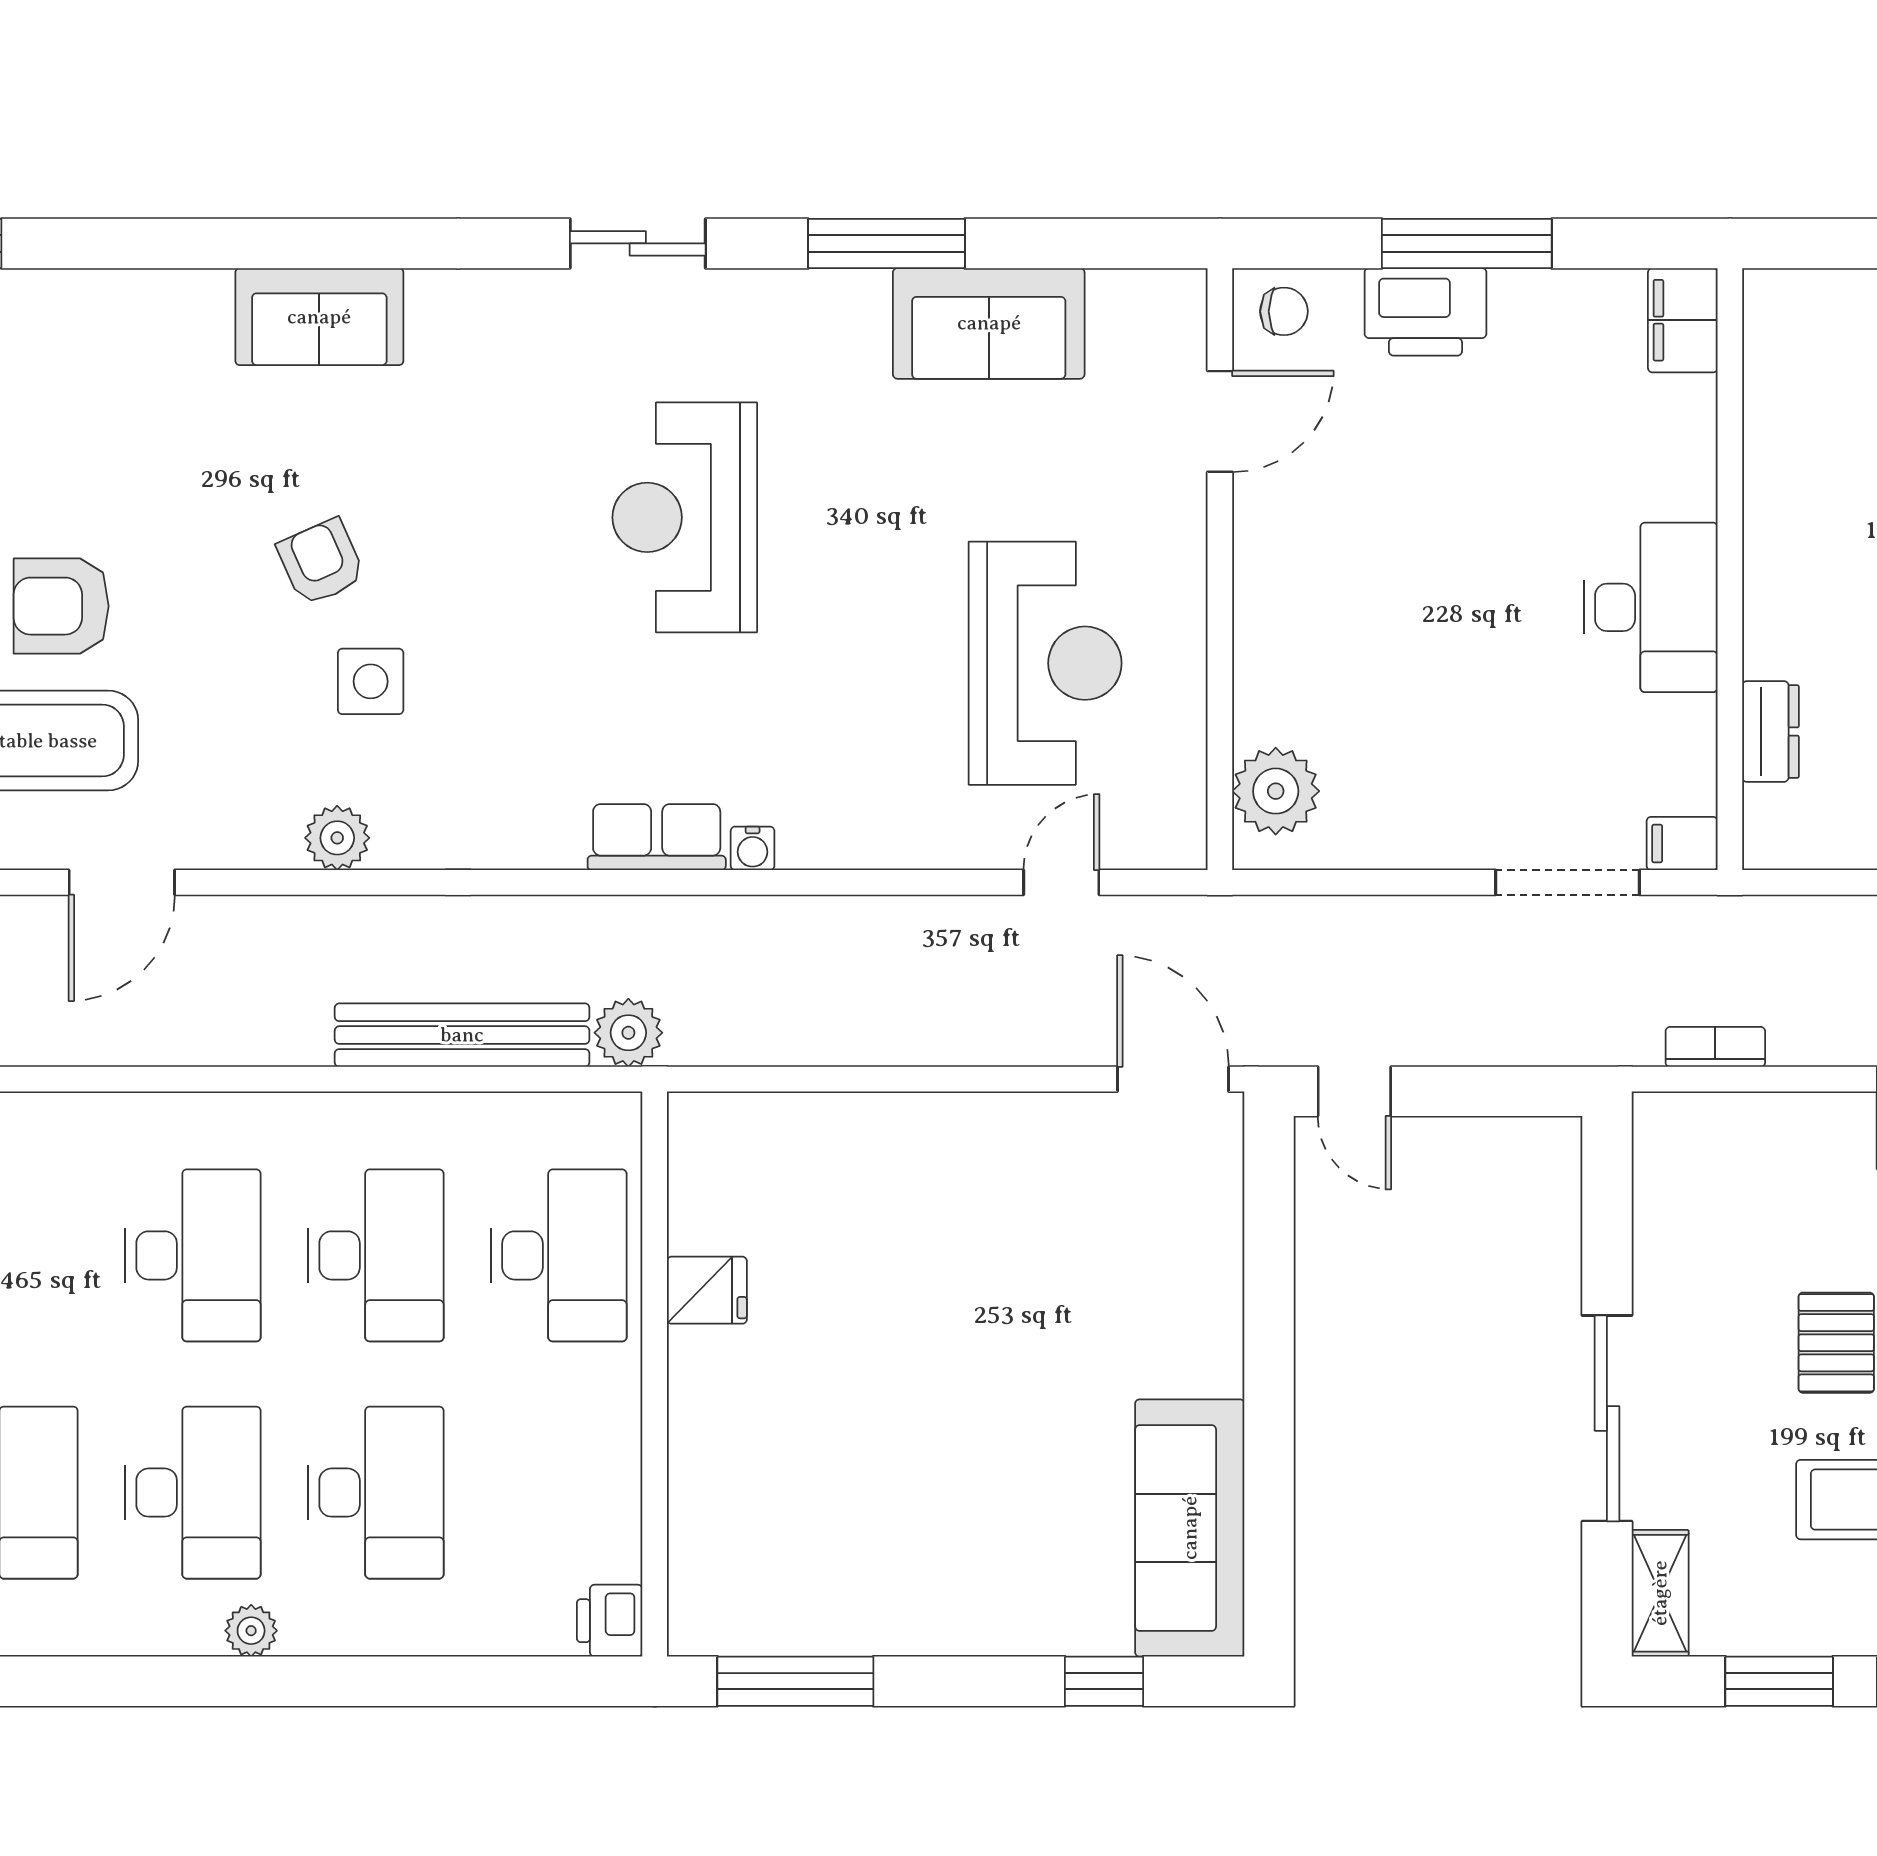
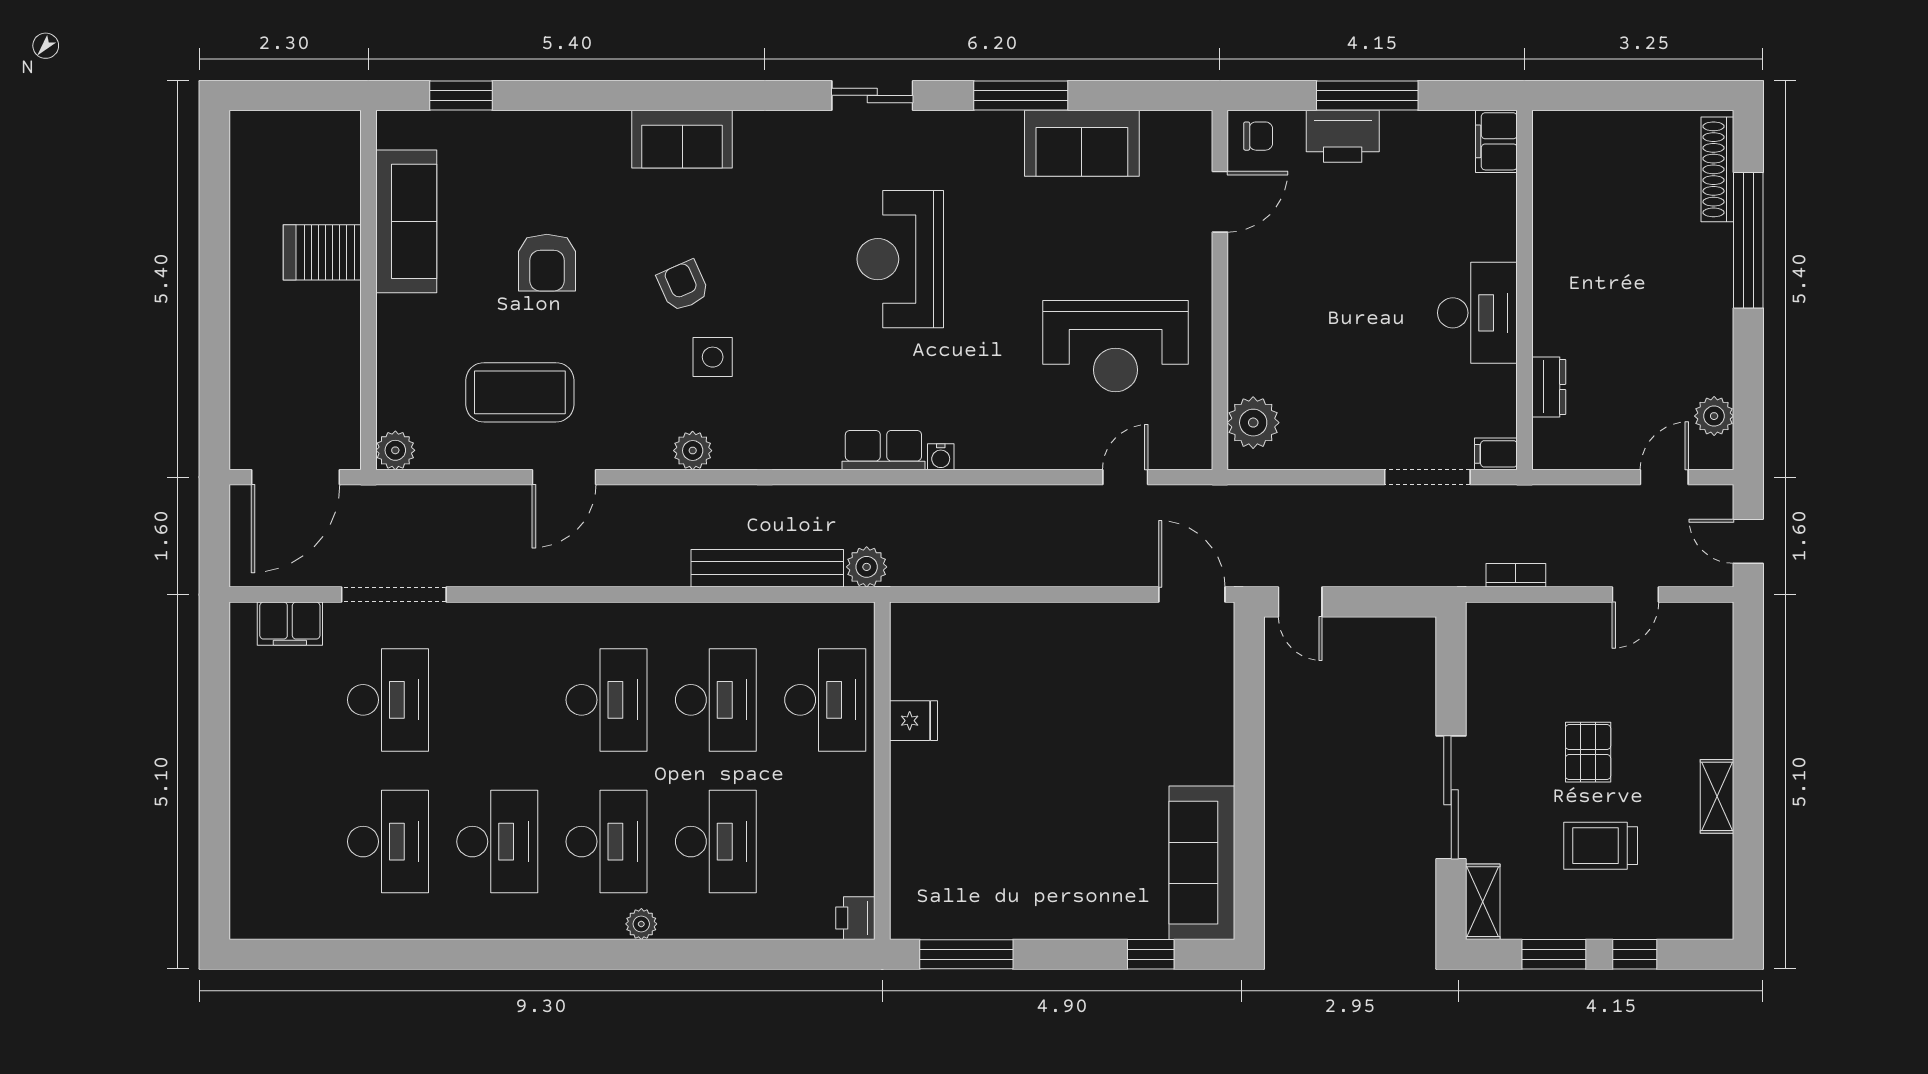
armchair: (61, 606) -> (547, 263), moved, turned -90
reception desk: (1045, 663) -> (1116, 346), turned 90

